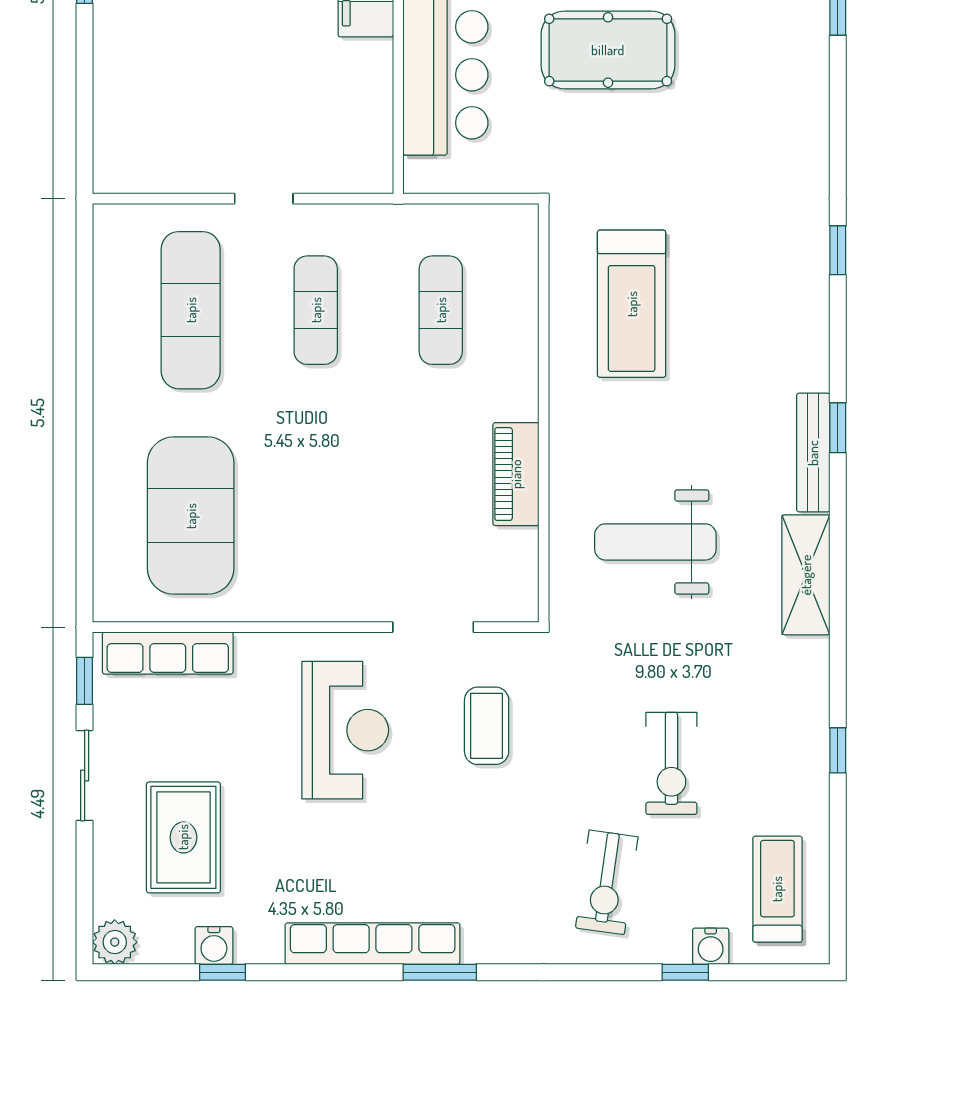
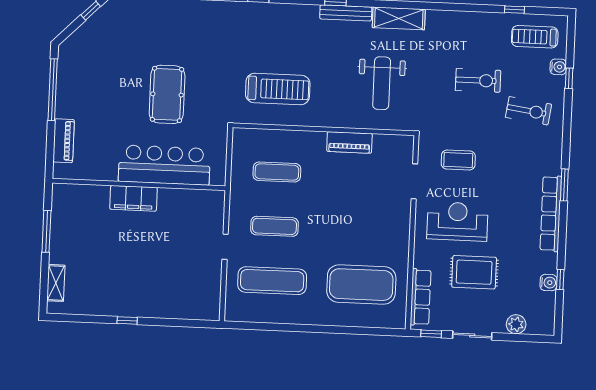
window: (838, 750) -> (514, 10), moved
rug: (183, 837) -> (474, 272), moved
plant: (115, 942) -> (516, 324), moved

